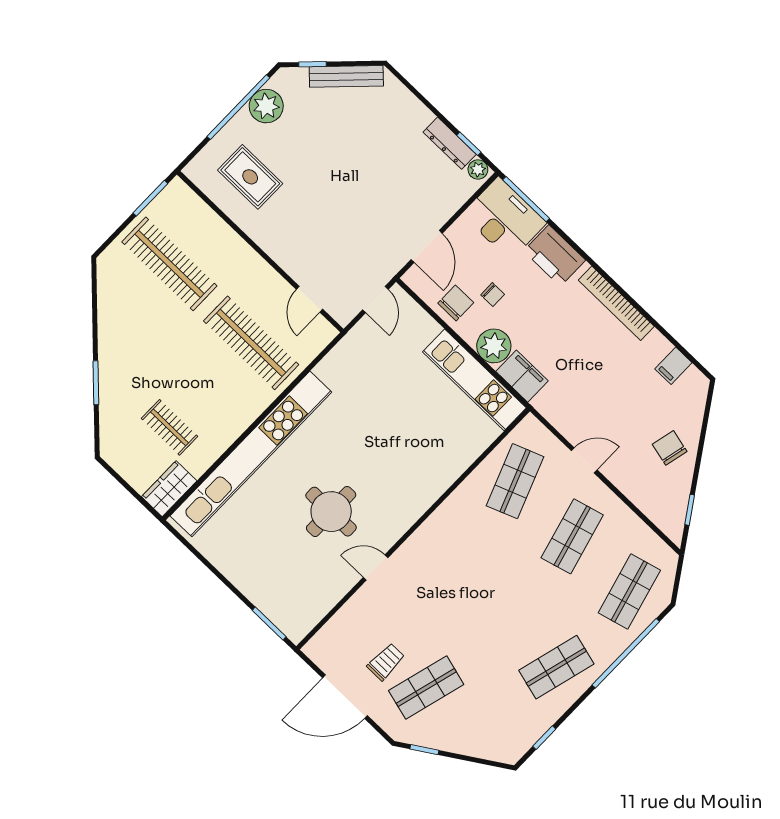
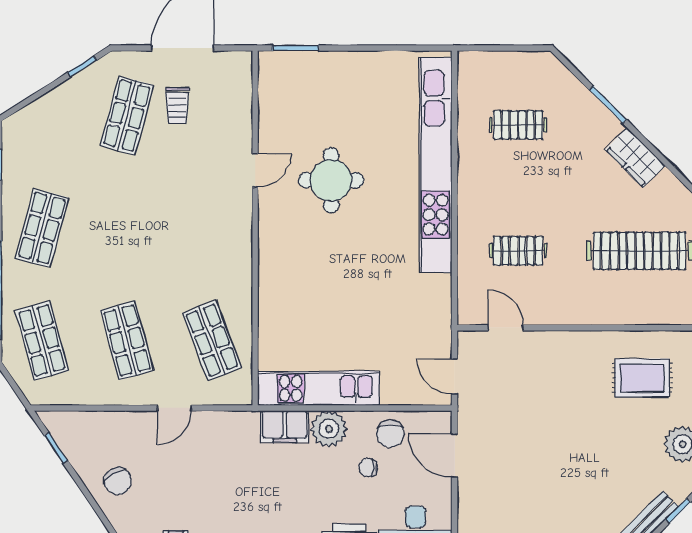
clothes rail: (251, 343) -> (518, 251), width x0.54, depth x0.76
chair: (670, 448) -> (118, 481), turned 43
wardrobe: (169, 489) -> (635, 158), moved, turned 135

